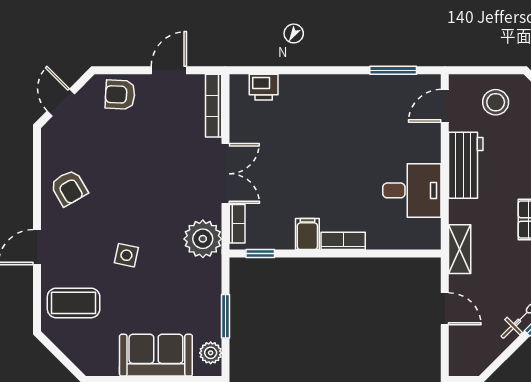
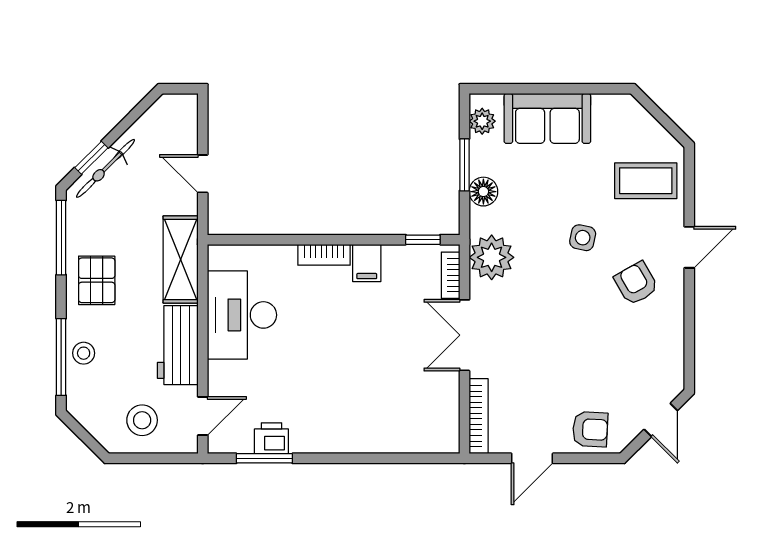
printer: (264, 87) -> (271, 438), moved
armchair: (69, 188) -> (636, 283), moved
desk: (412, 190) -> (242, 315), width x1.37
shelving: (460, 249) -> (181, 259), width x1.50, depth x1.33
floor lamp: (210, 294) -> (483, 192), added

